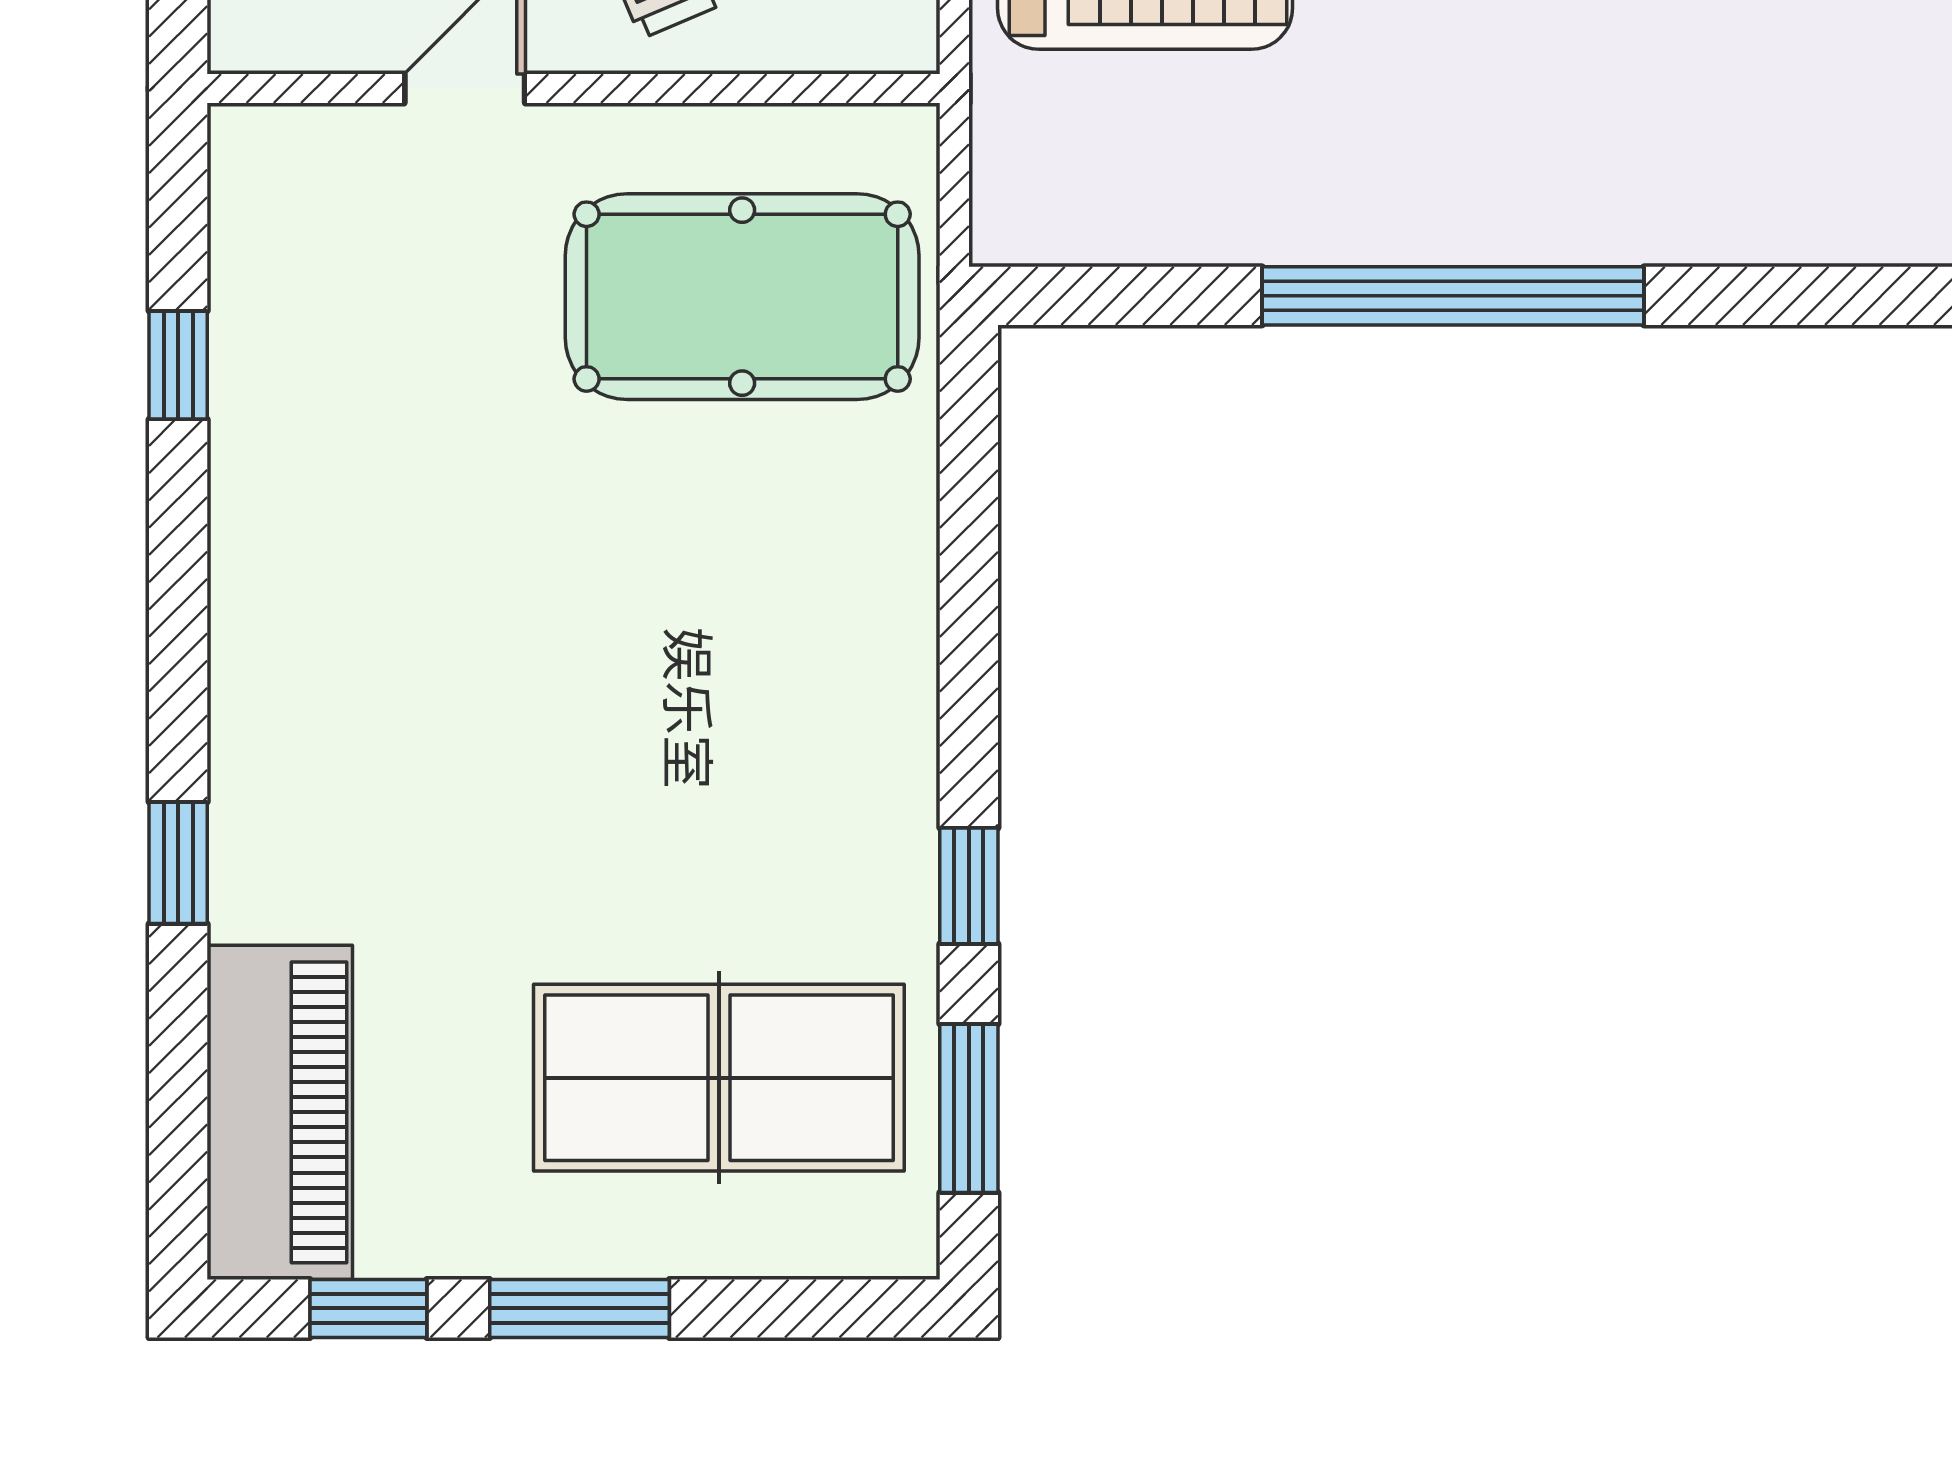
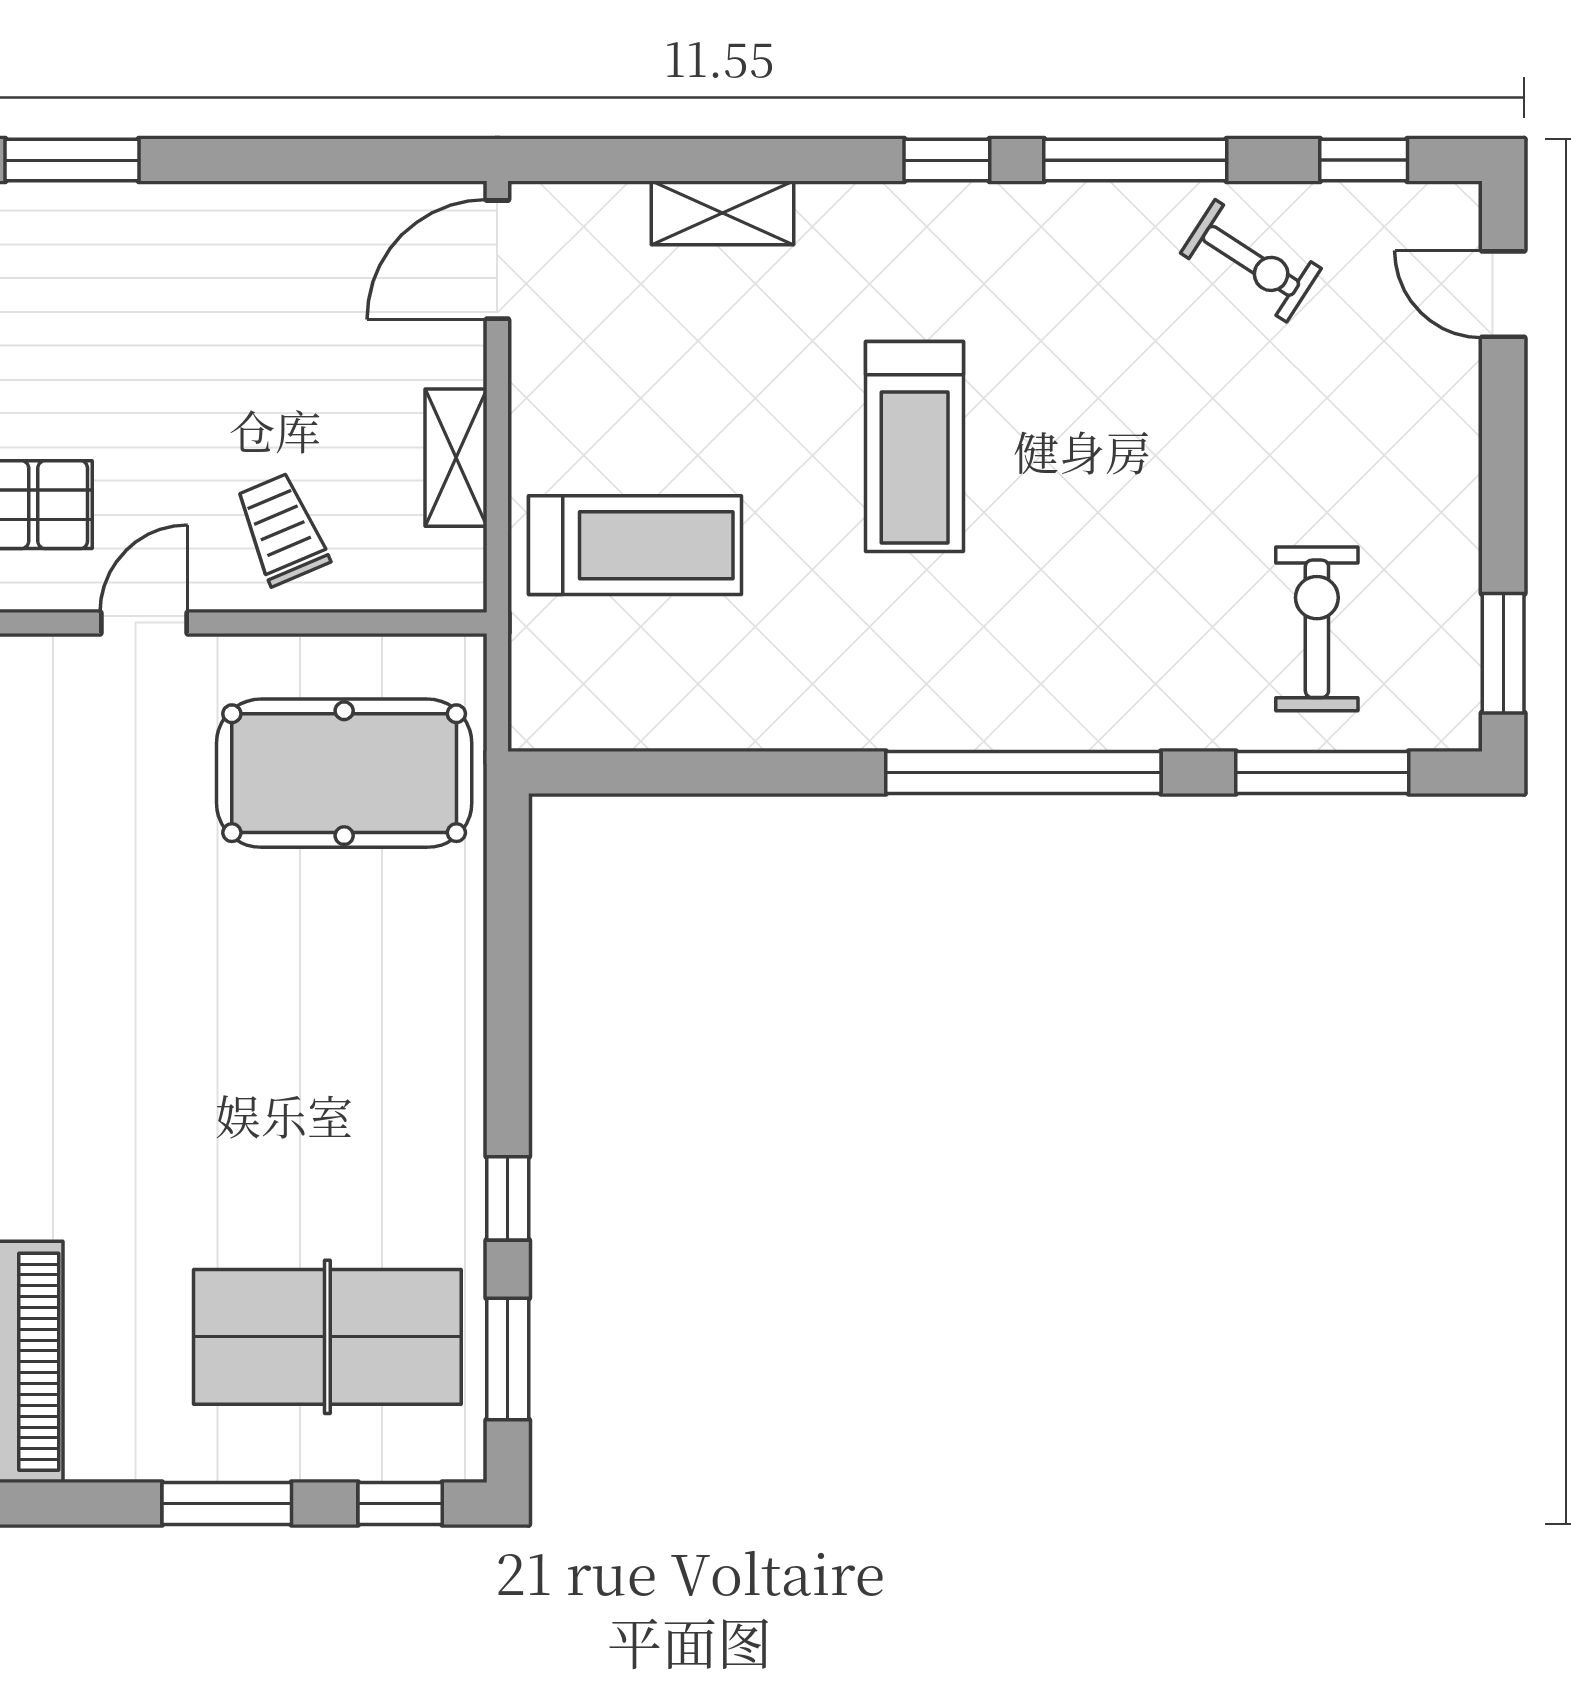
window: (1453, 296) -> (1023, 773), moved
window: (368, 1308) -> (400, 1503), moved

